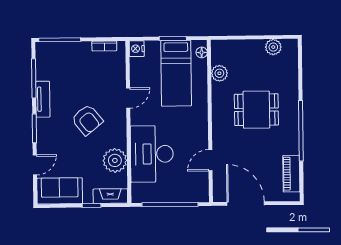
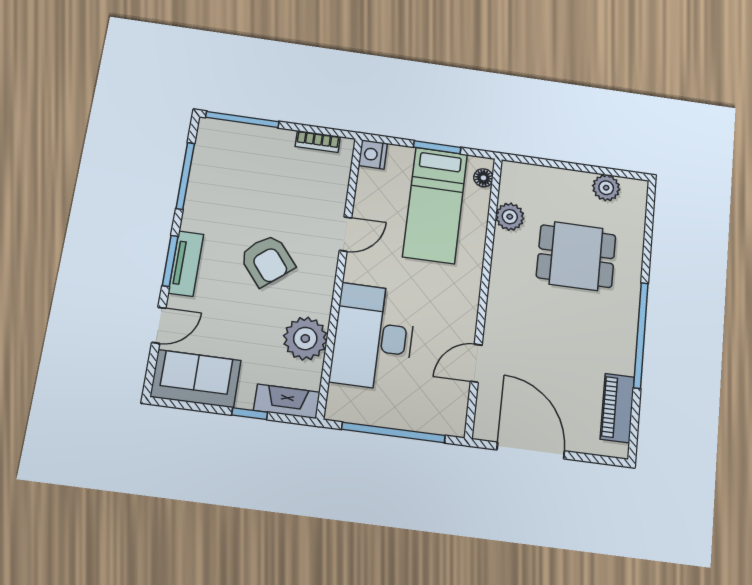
tv unit: (43, 99) -> (186, 264), moved
dining table: (256, 110) -> (576, 256), moved

